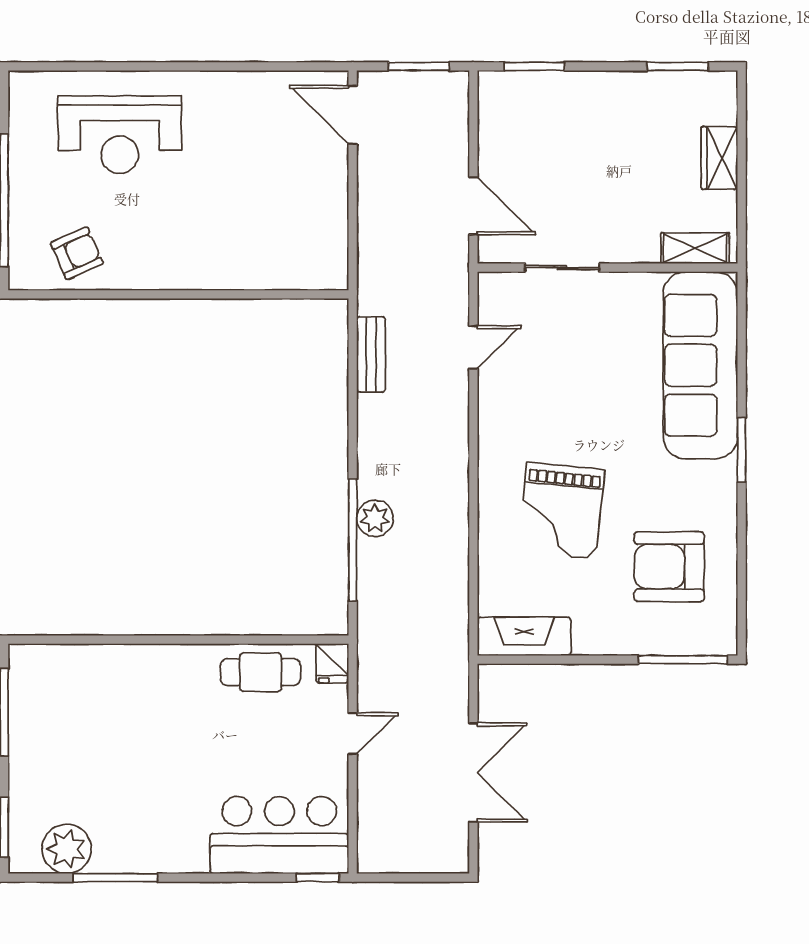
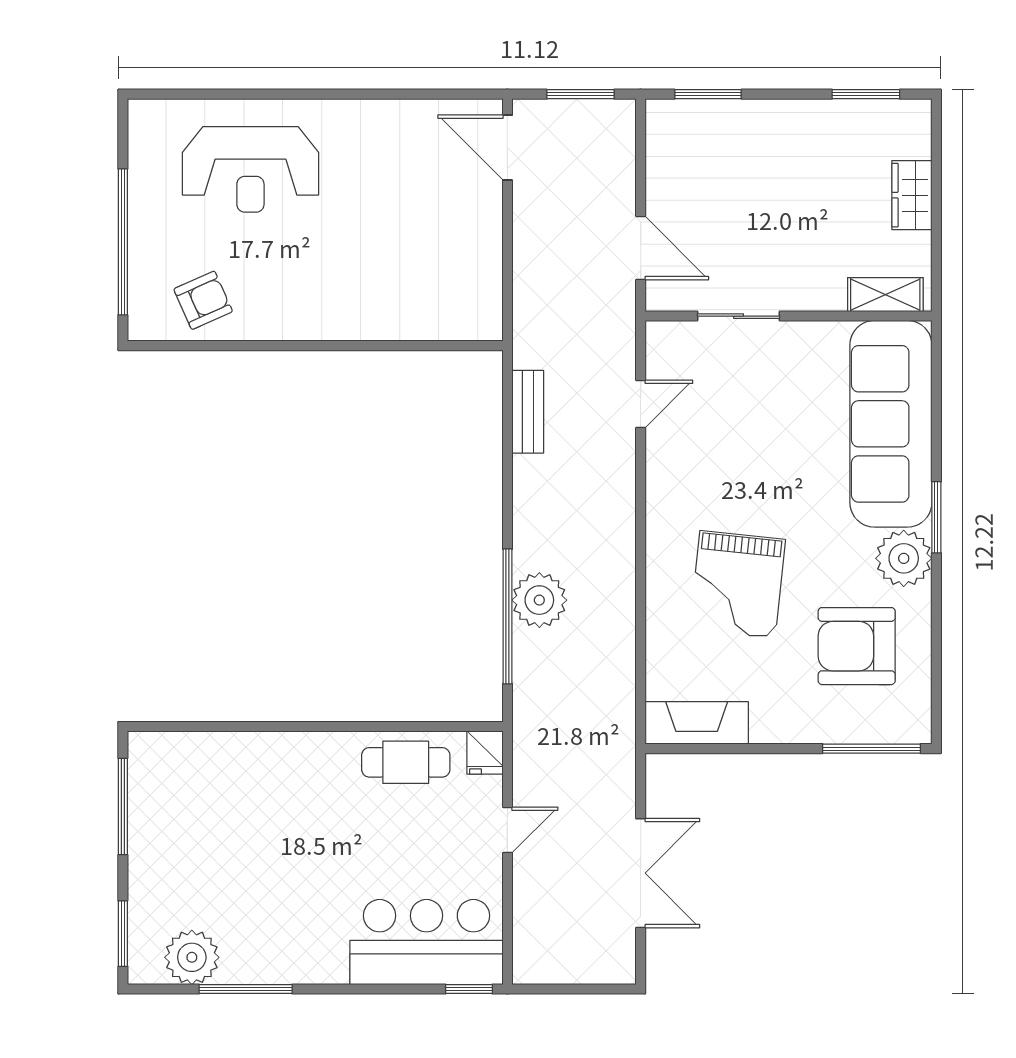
plant: (712, 487) -> (904, 558), added
plant: (375, 518) -> (539, 600), width x1.36, depth x1.36

